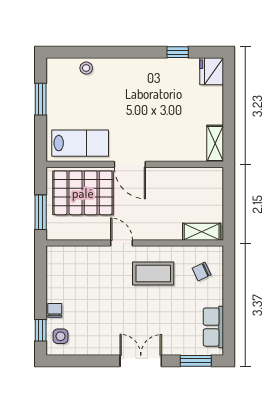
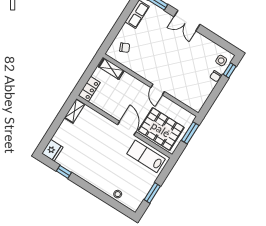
locker: (214, 186) -> (89, 89), added
coffee table: (153, 273) -> (151, 63), removed

